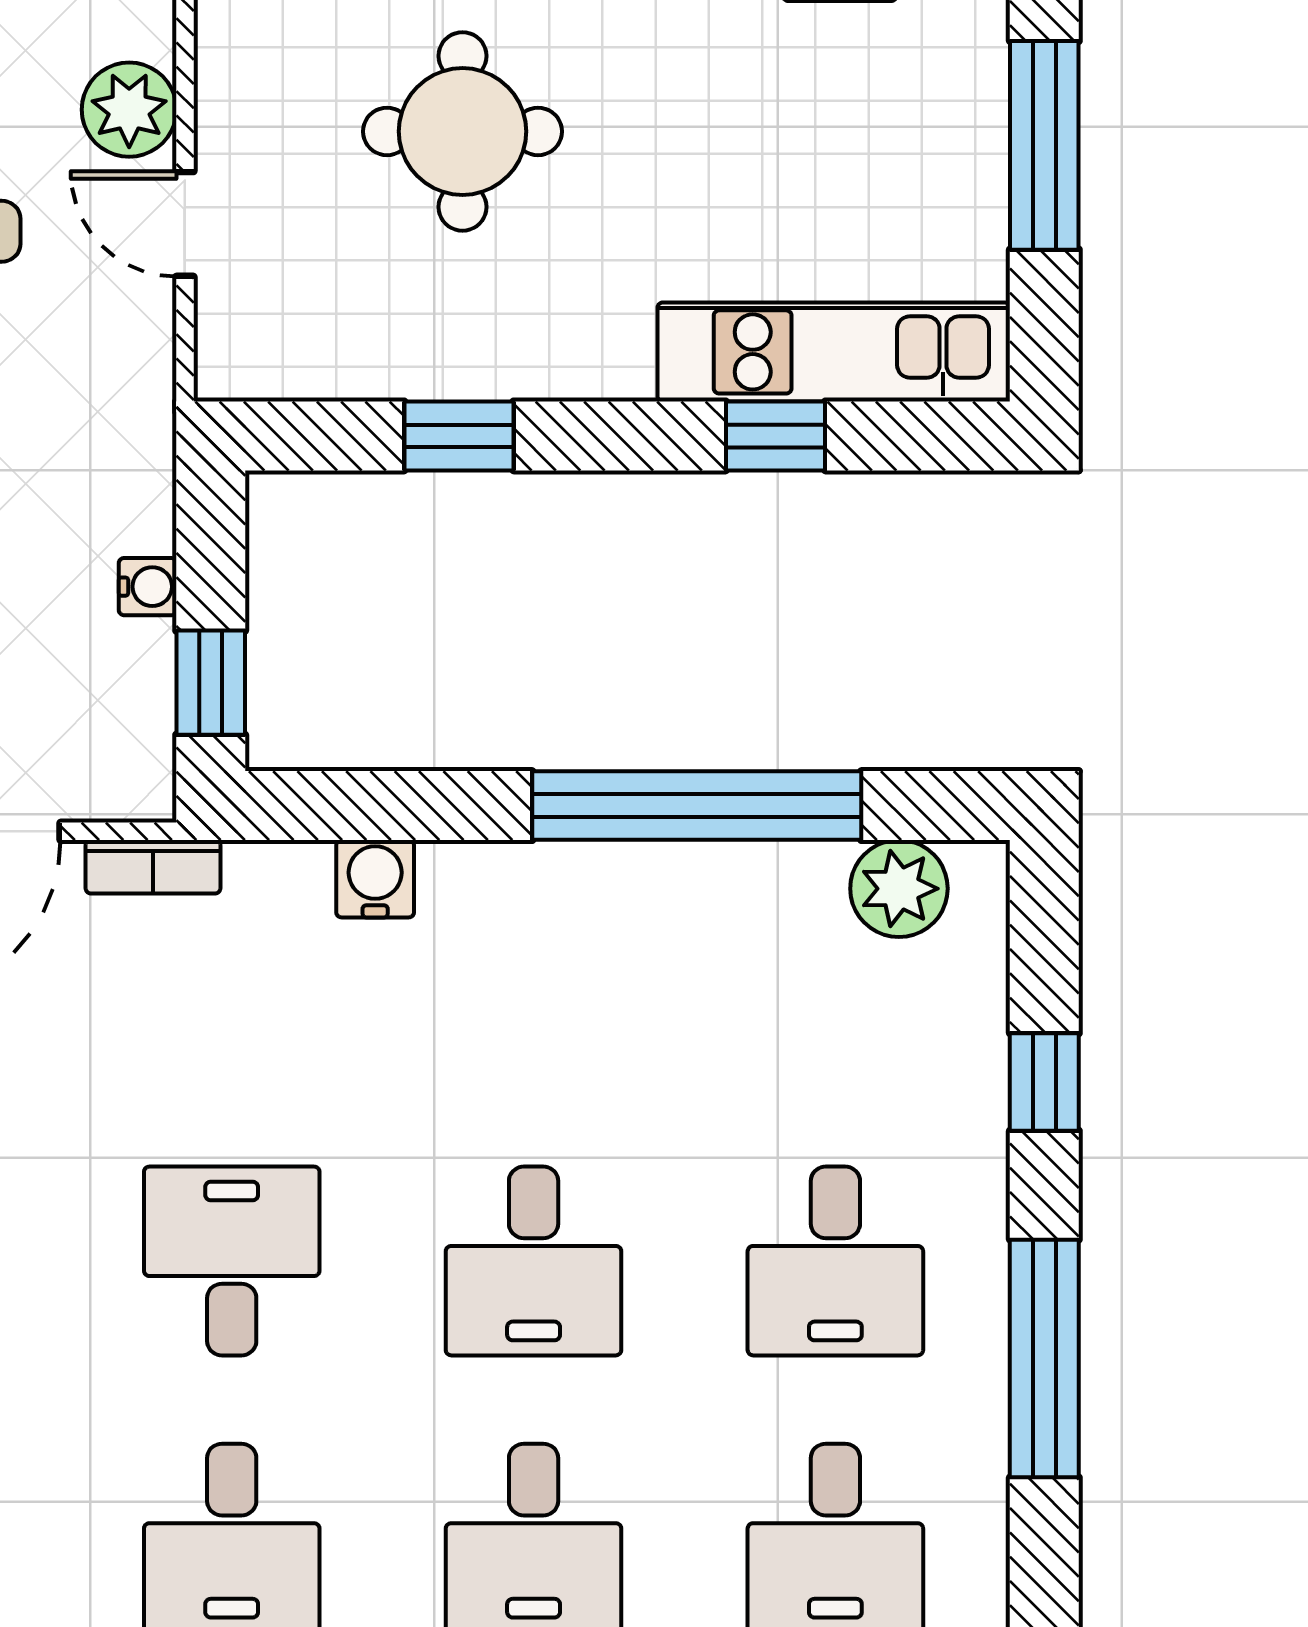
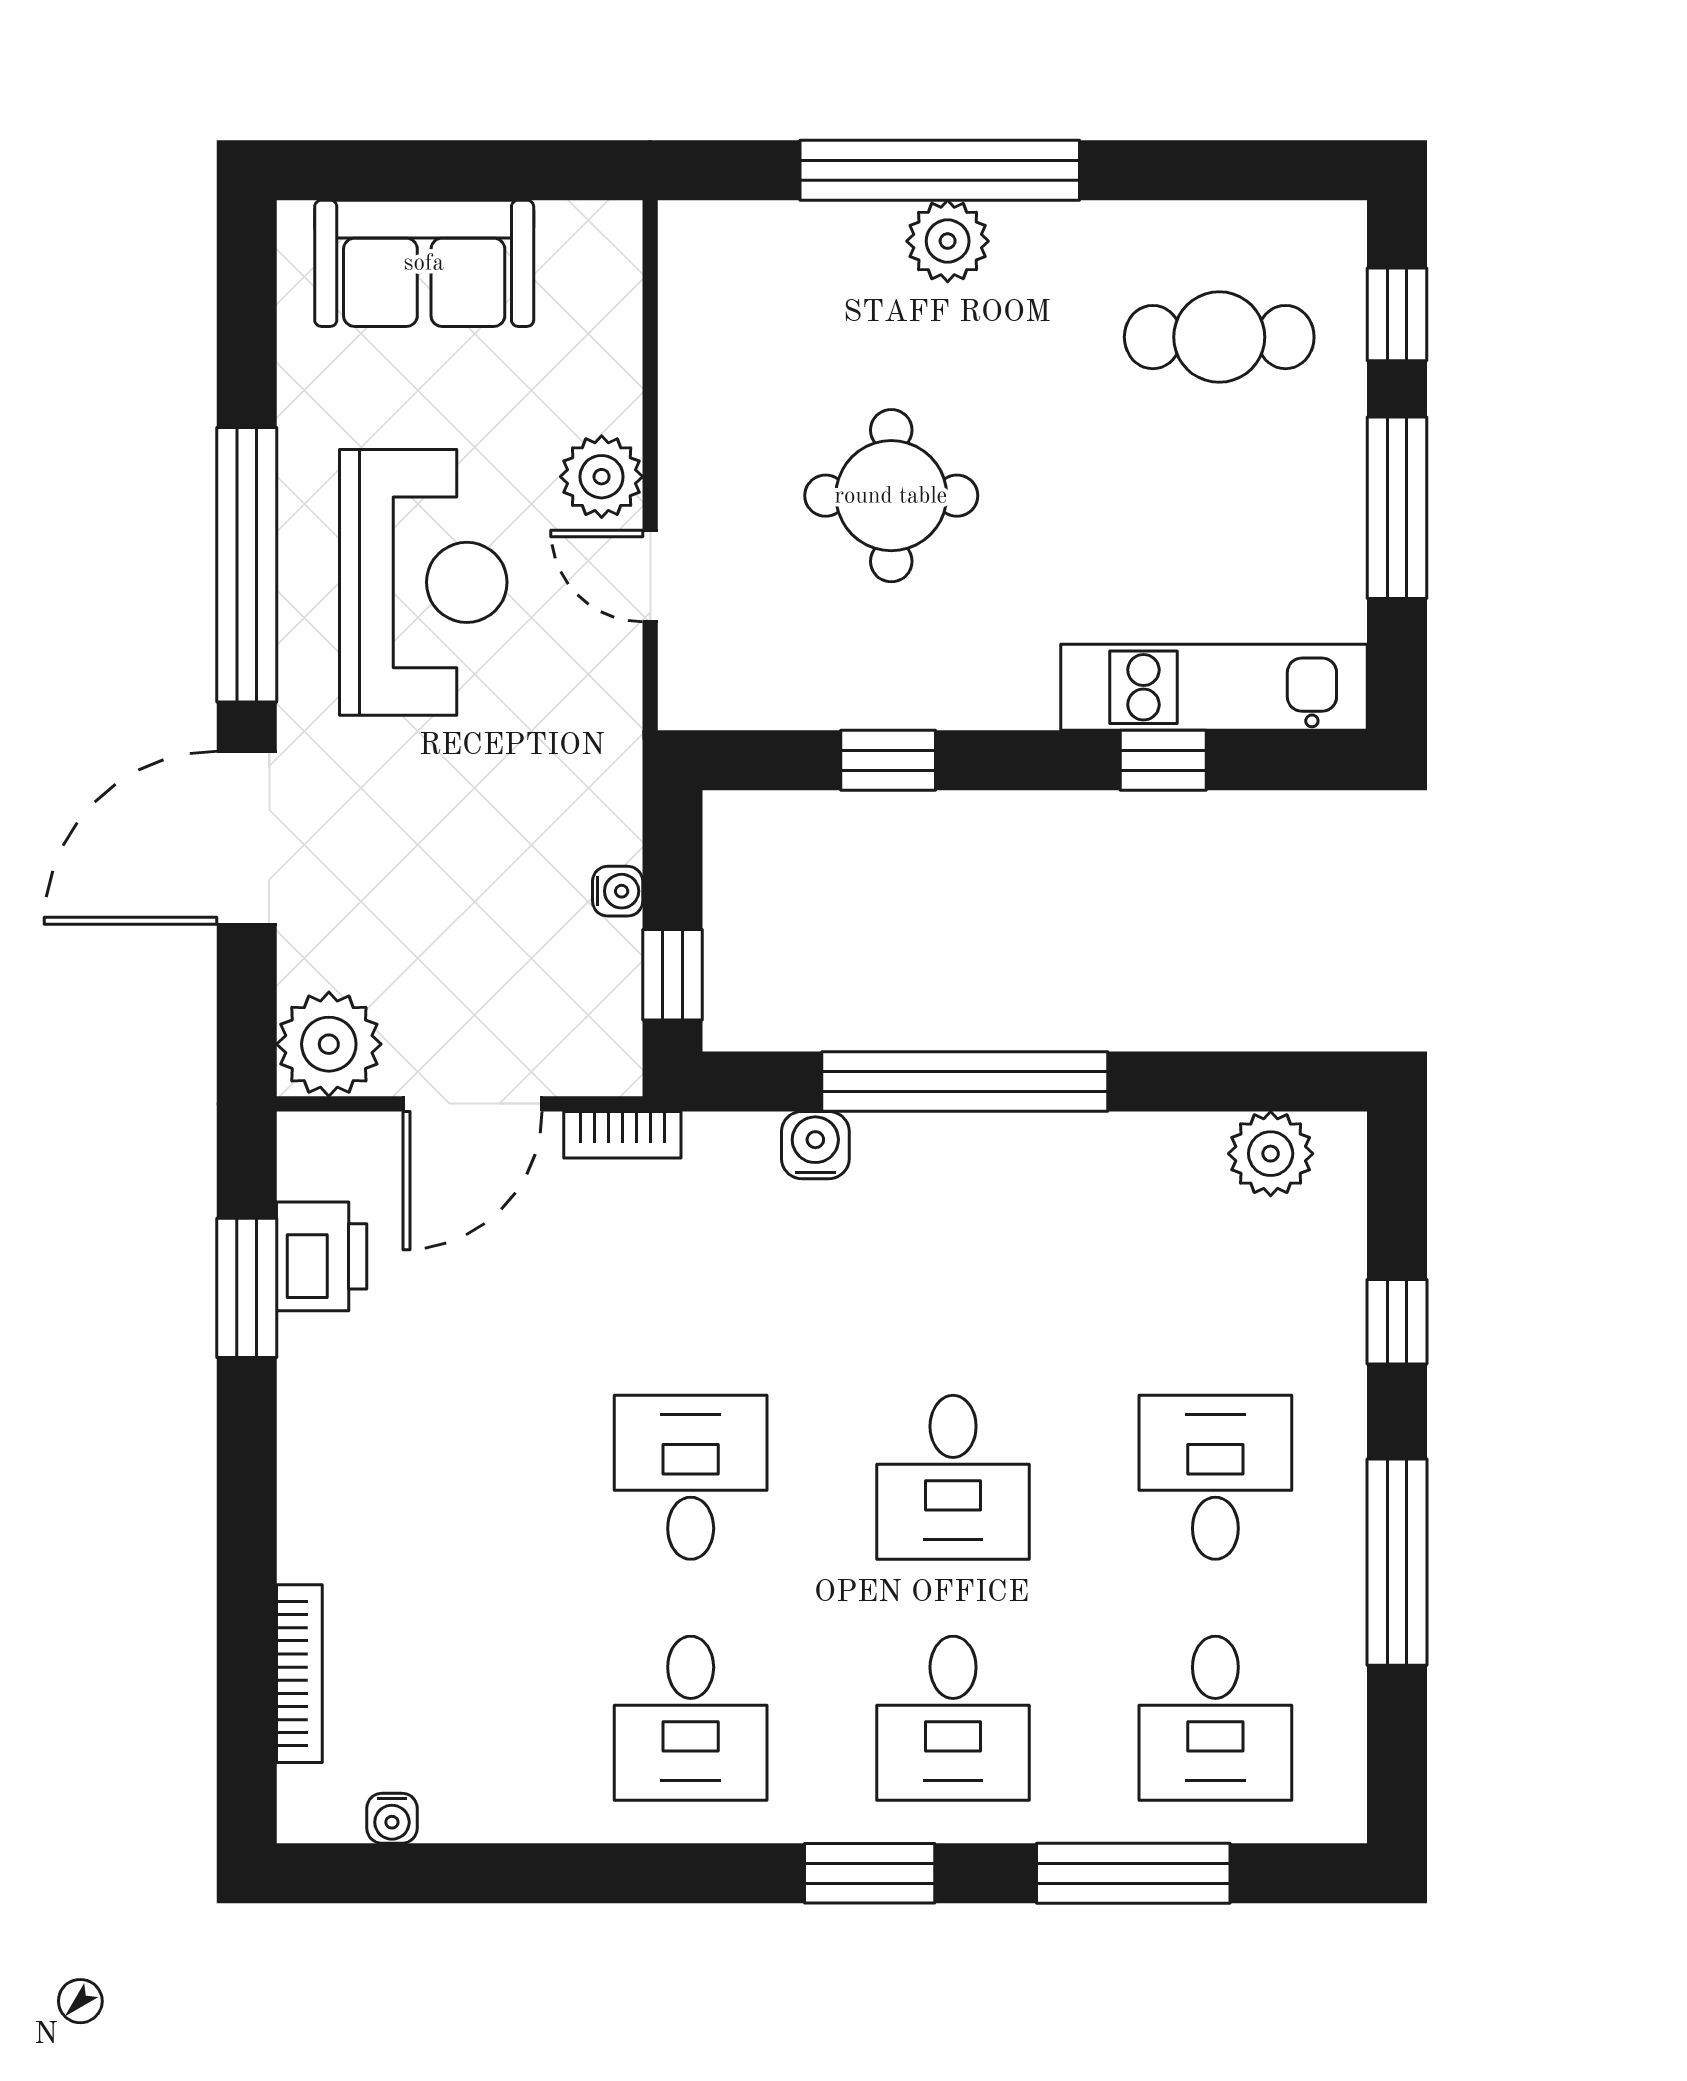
window: (697, 806) -> (965, 1081), moved
desk: (835, 1261) -> (1215, 1477), turned 180

